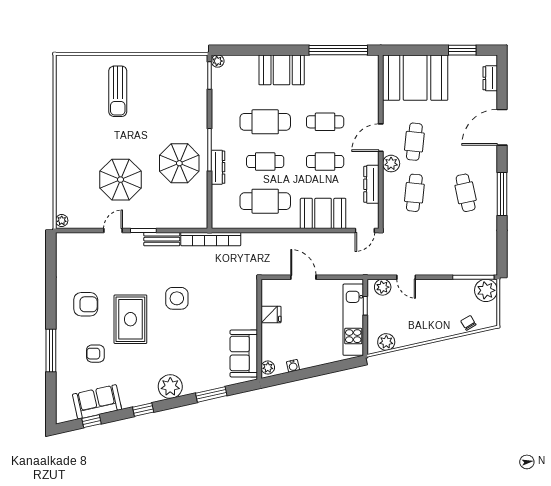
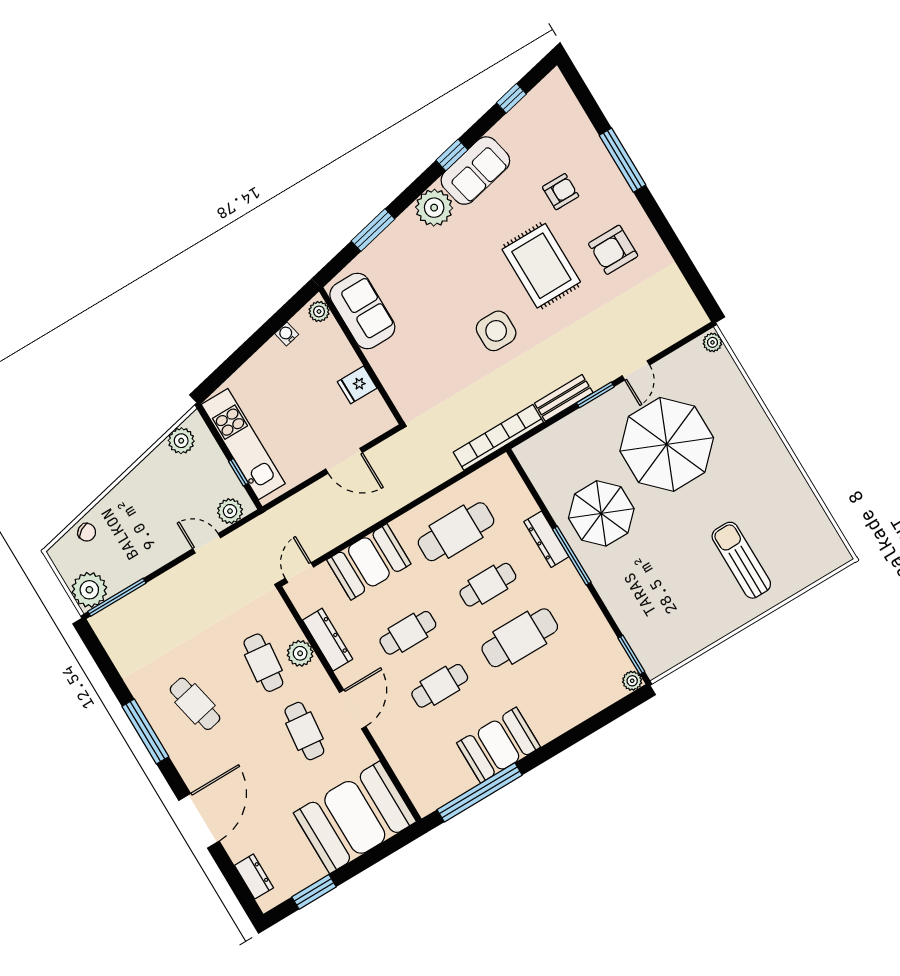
booth: (282, 70) -> (498, 745), moved
plant: (391, 164) -> (300, 653), moved
parasol: (121, 180) -> (667, 444), width x1.36, depth x1.36
sofa: (97, 402) -> (475, 171), moved

